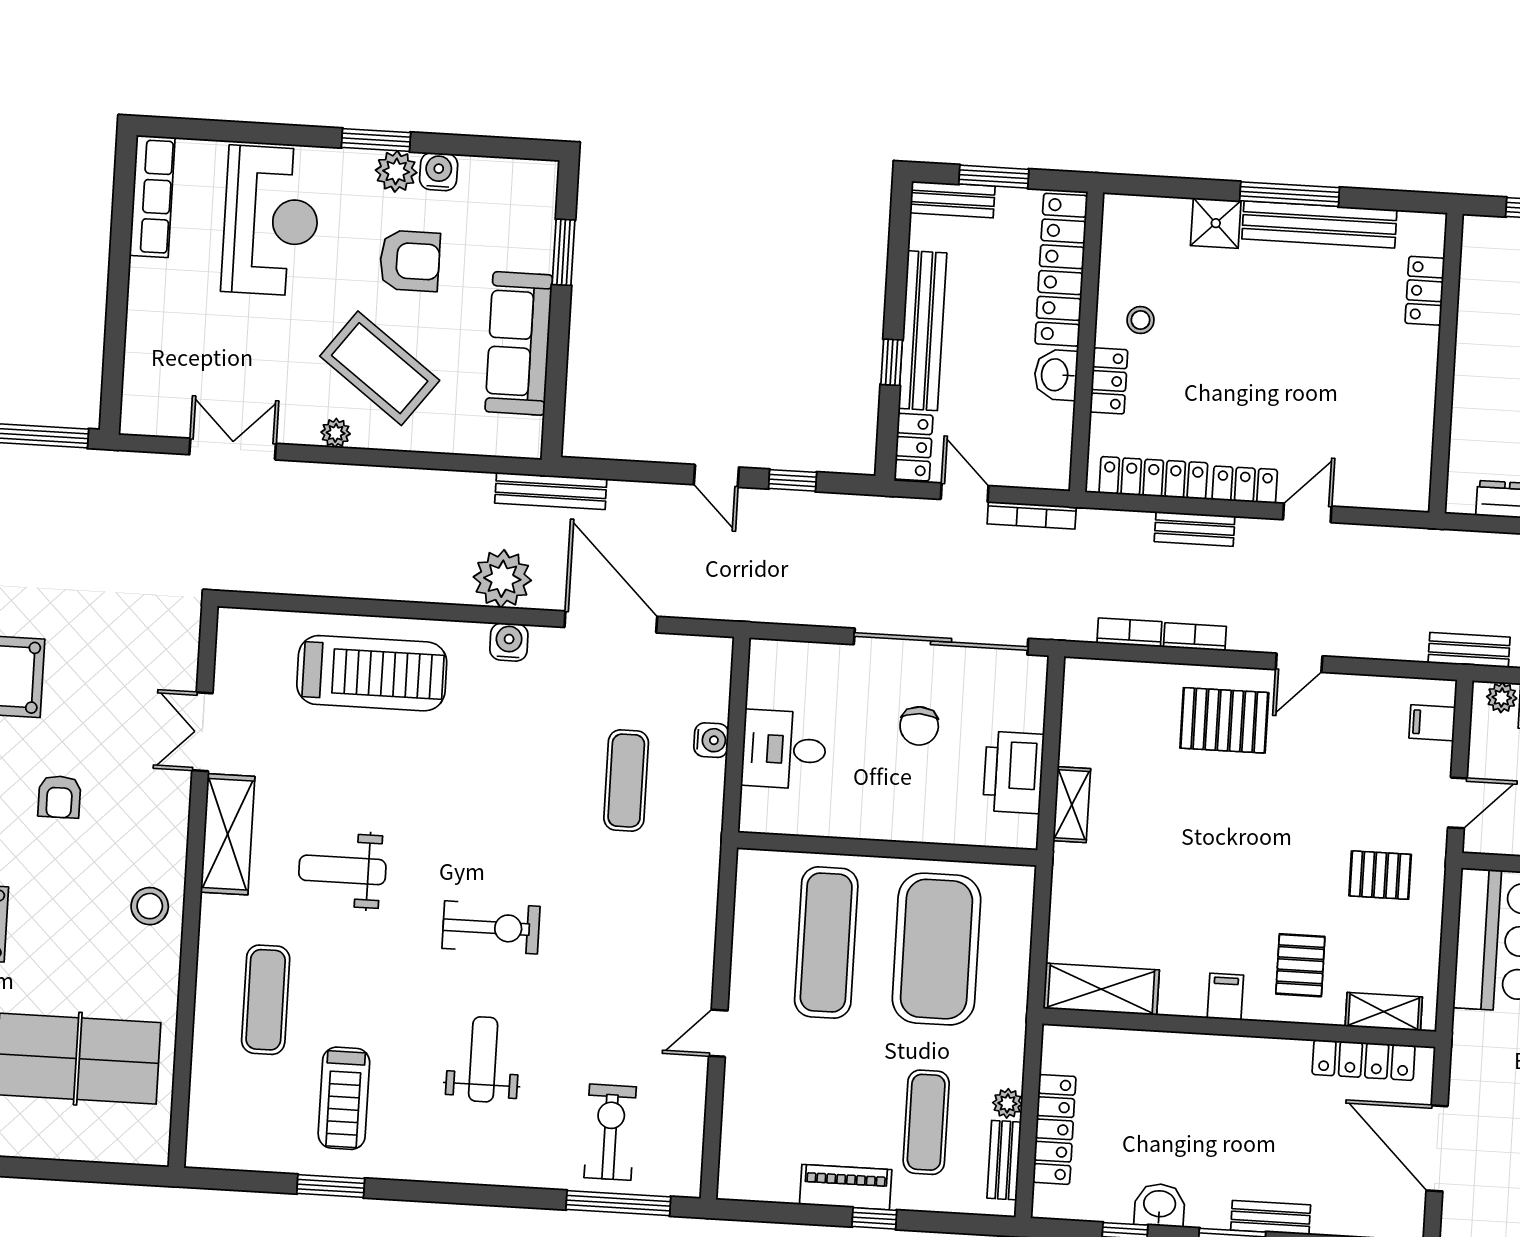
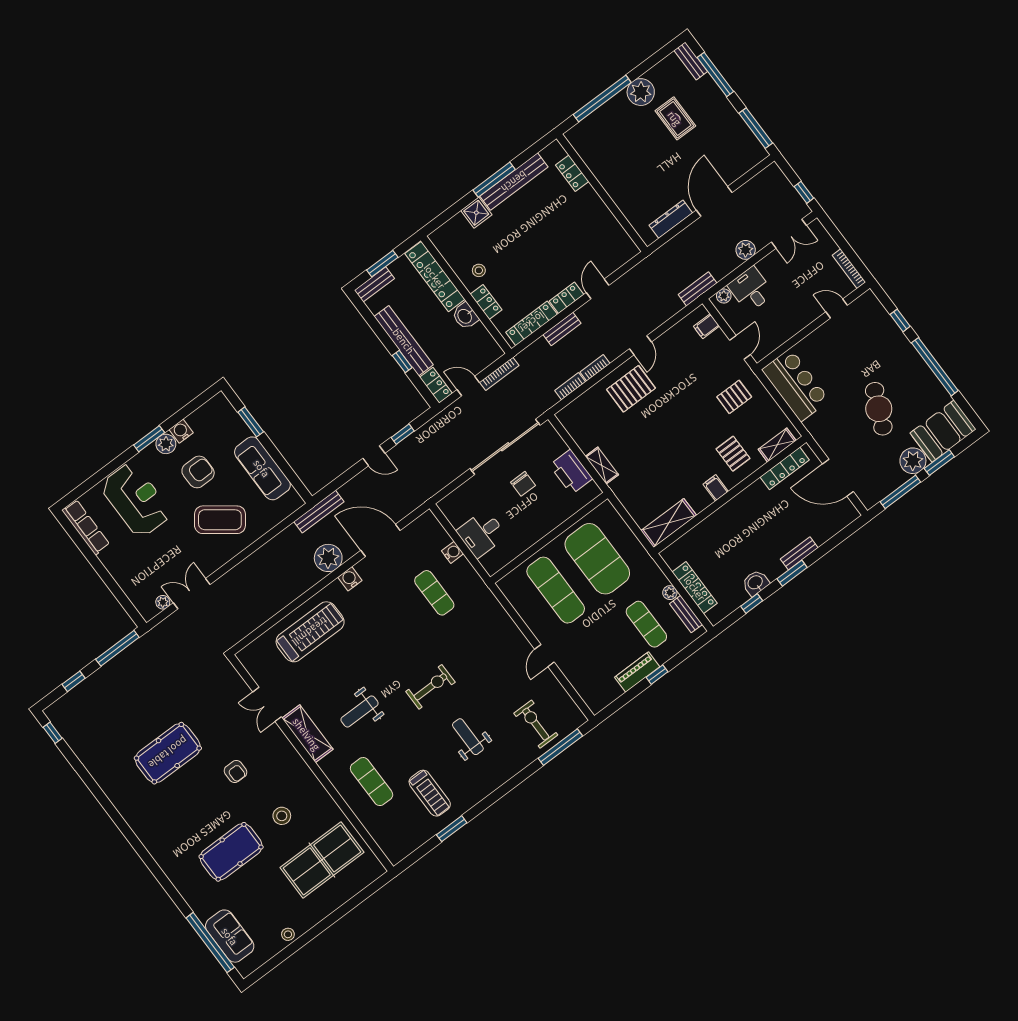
plant: (336, 433) -> (163, 602), moved
stool: (150, 906) -> (282, 816), moved

